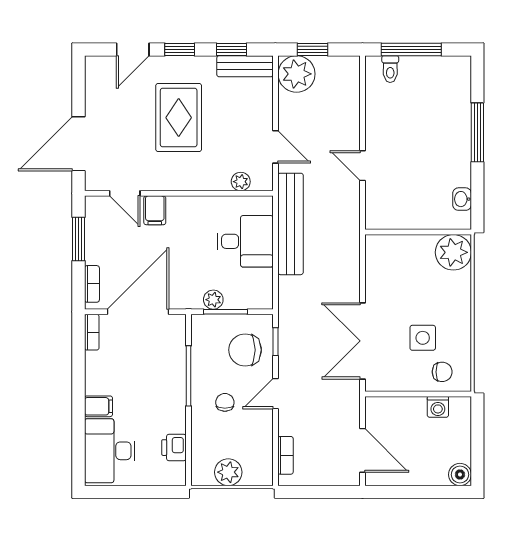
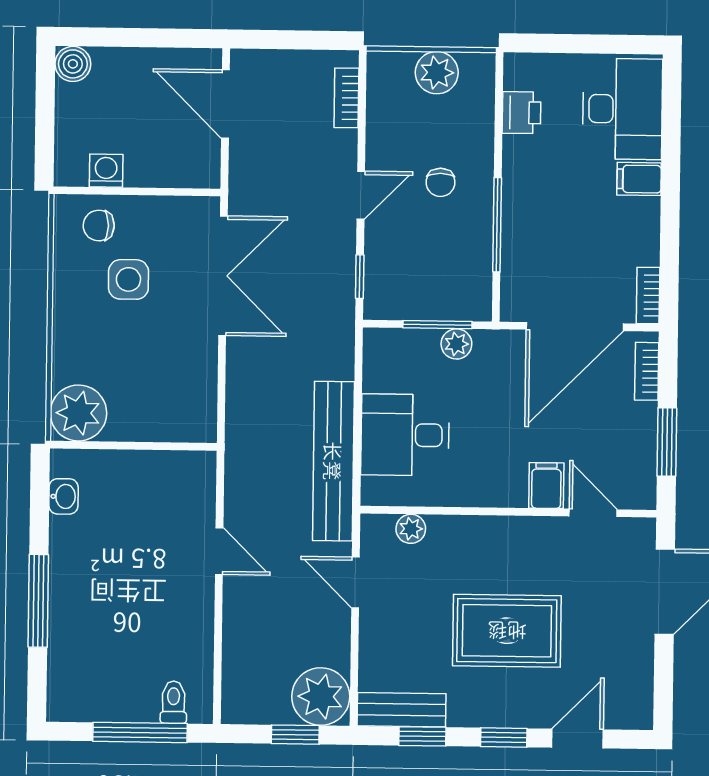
rug: (179, 118) -> (507, 631), turned 90
chair: (245, 350) -> (408, 264), removed

